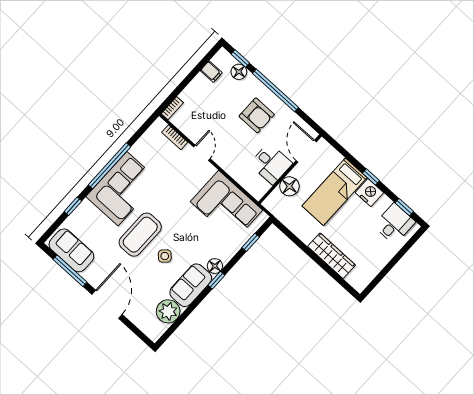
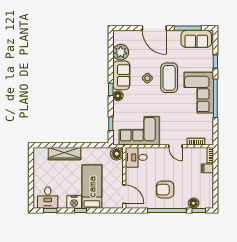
filing cabinet: (211, 72) -> (207, 168), moved
desk: (271, 164) -> (136, 157), moved
floor lamp: (289, 186) -> (117, 154), moved

